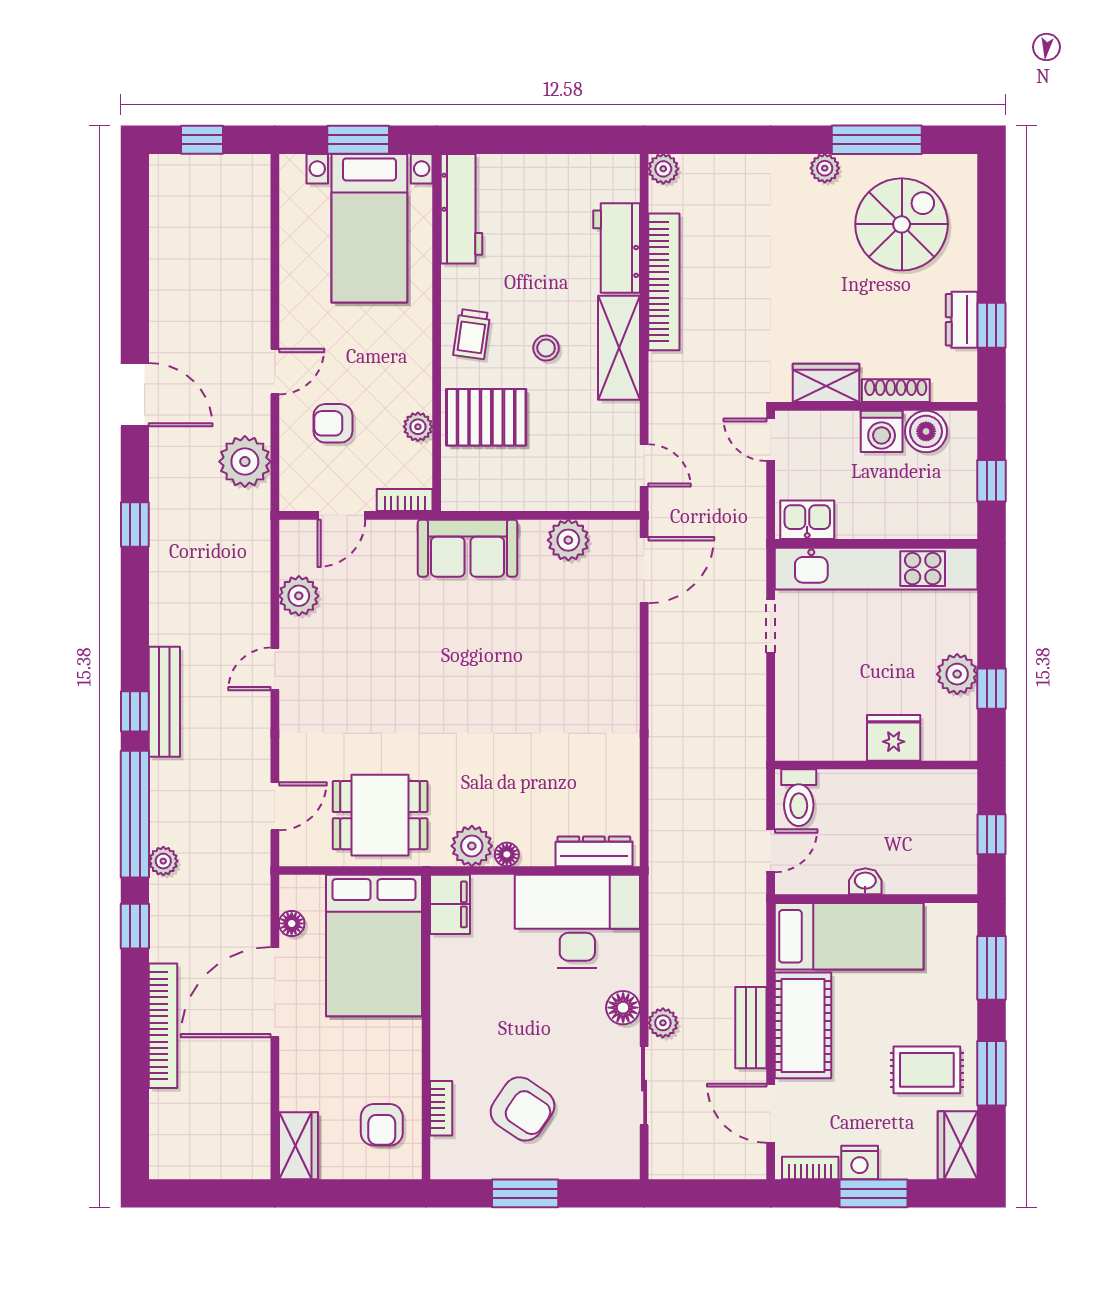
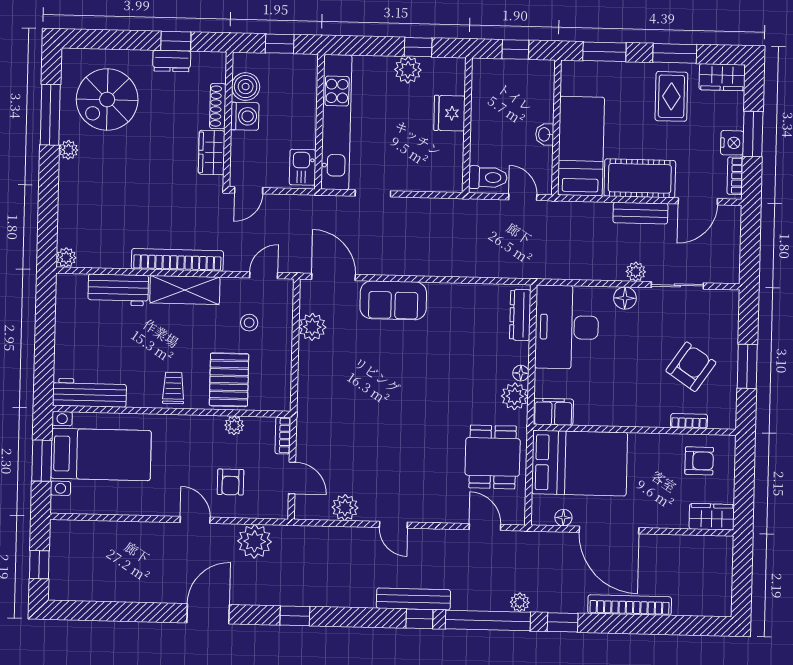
spiral stairs: (902, 224) -> (107, 100), turned -90
bookcase: (664, 282) -> (177, 260), moved
trolley: (472, 334) -> (173, 388), turned -98
stool: (546, 348) -> (249, 323), moved
sofa: (467, 548) -> (393, 300), moved, turned 90

